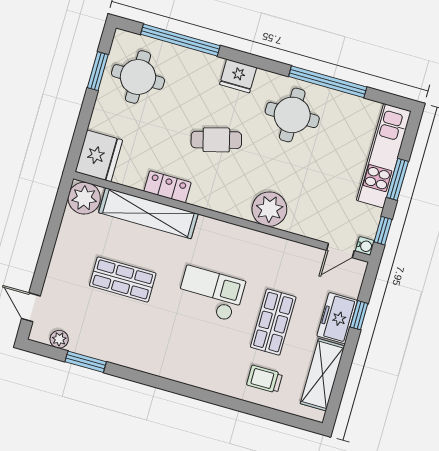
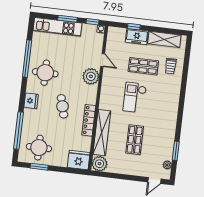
locker: (167, 187) -> (89, 120), width x1.53
door: (340, 251) -> (103, 60), moved

